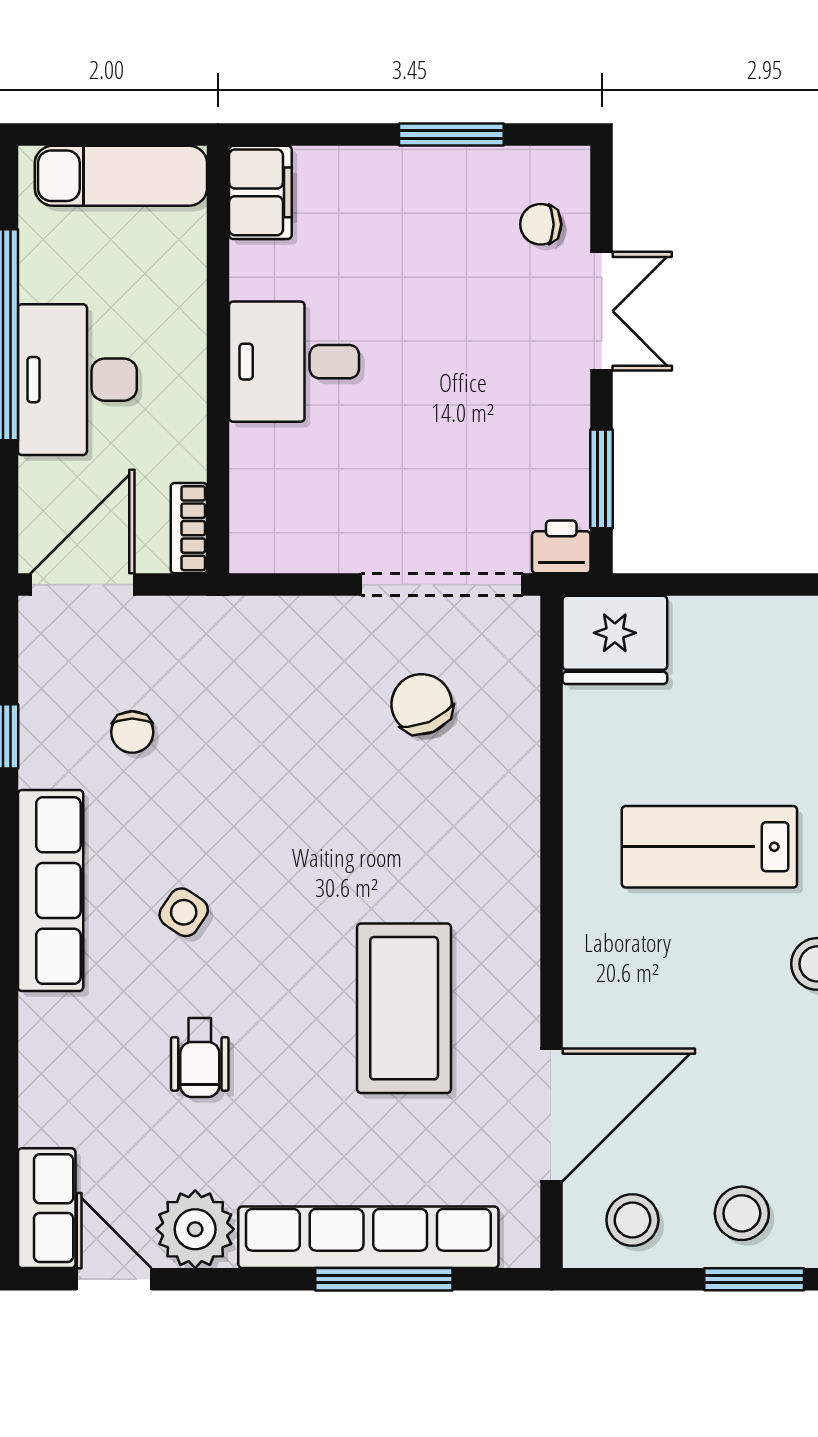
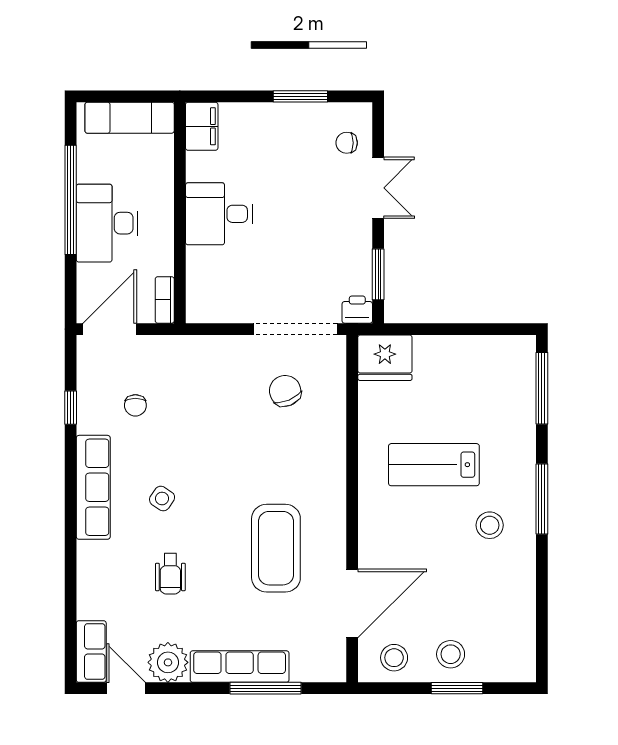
row of seats: (368, 1237) -> (240, 667), width x0.73

